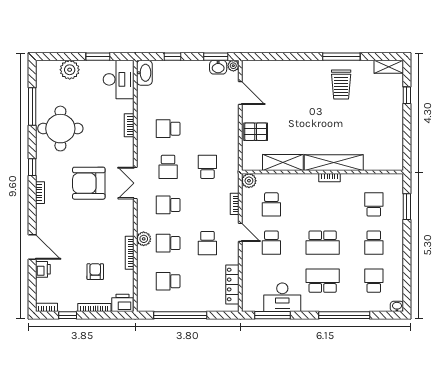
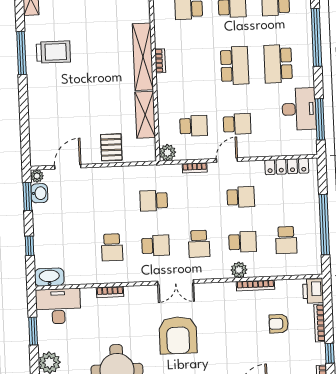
school desk: (168, 243) -> (243, 242), turned -90

